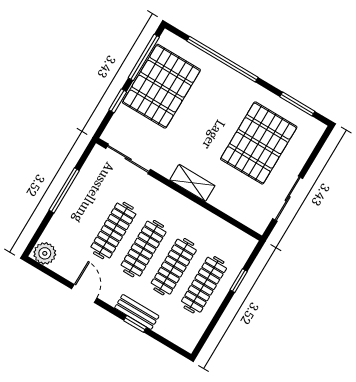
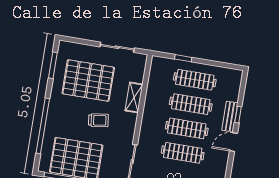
trolley: (201, 136) -> (98, 120), added
shelving: (192, 183) -> (134, 97), moved
door: (84, 293) -> (234, 142), moved

